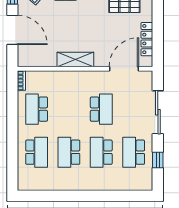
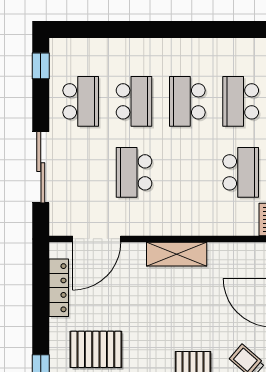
school desk: (69, 152) -> (187, 101), turned 180
window: (158, 160) -> (41, 66), moved

